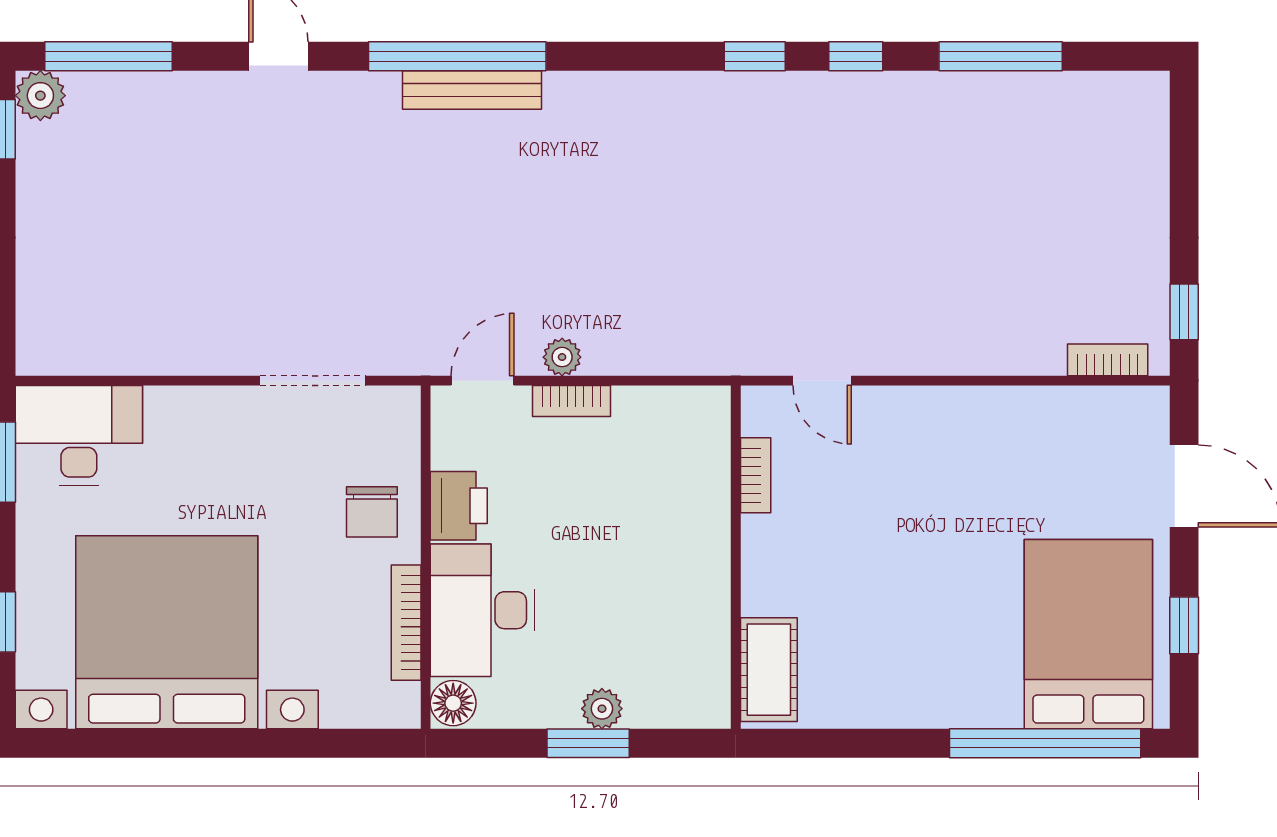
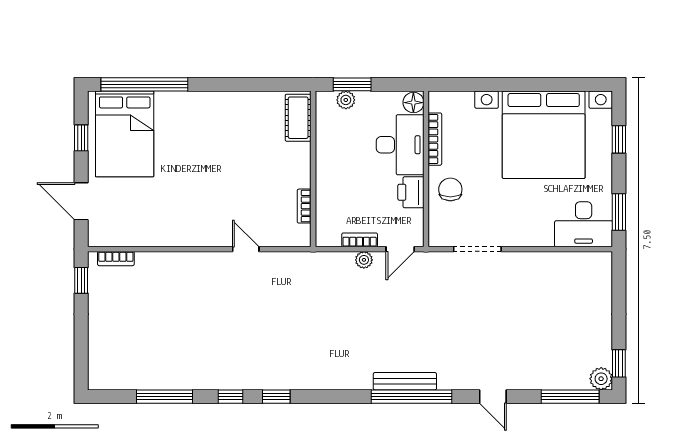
bookcase: (756, 475) -> (304, 206), moved
wall: (736, 557) -> (313, 169), moved
cot: (769, 670) -> (298, 118), moved

